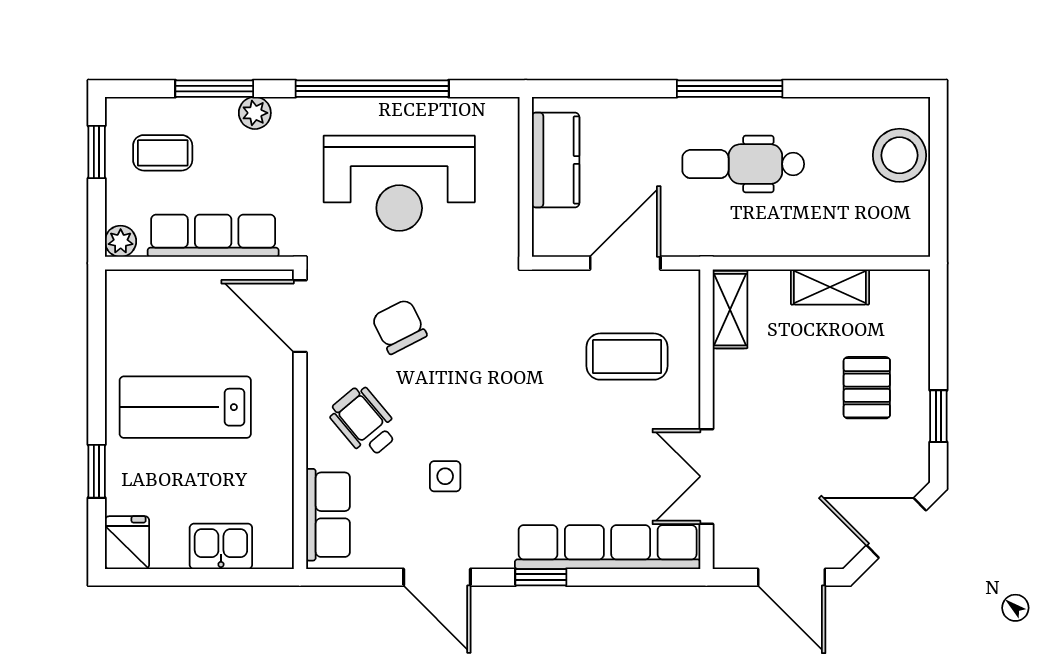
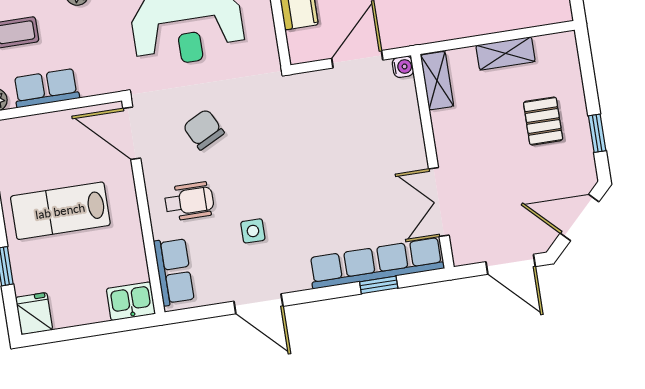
row of seats: (213, 236) -> (46, 88), width x0.68
water cooler: (686, 283) -> (403, 67), added
coffee table: (627, 357) -> (369, 126), removed
wheelchair: (364, 422) -> (189, 201), turned 130
kitchen sink: (221, 546) -> (131, 301), moved
window: (541, 577) -> (379, 285), moved

